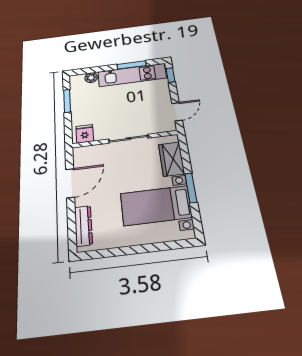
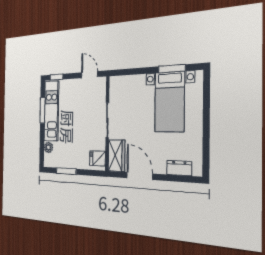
wardrobe: (171, 159) -> (116, 156), moved, turned -90
window: (191, 188) -> (172, 69), moved
dresser: (83, 226) -> (179, 168), width x0.70

